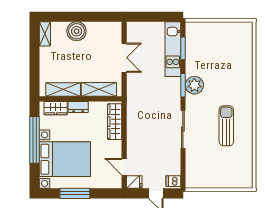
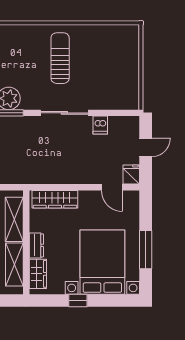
sun lounger: (226, 126) -> (60, 58), turned 90
window: (35, 140) -> (78, 301), width x0.32
door: (124, 167) -> (112, 187), hinge flipped
dishwasher: (173, 181) -> (100, 125), moved

